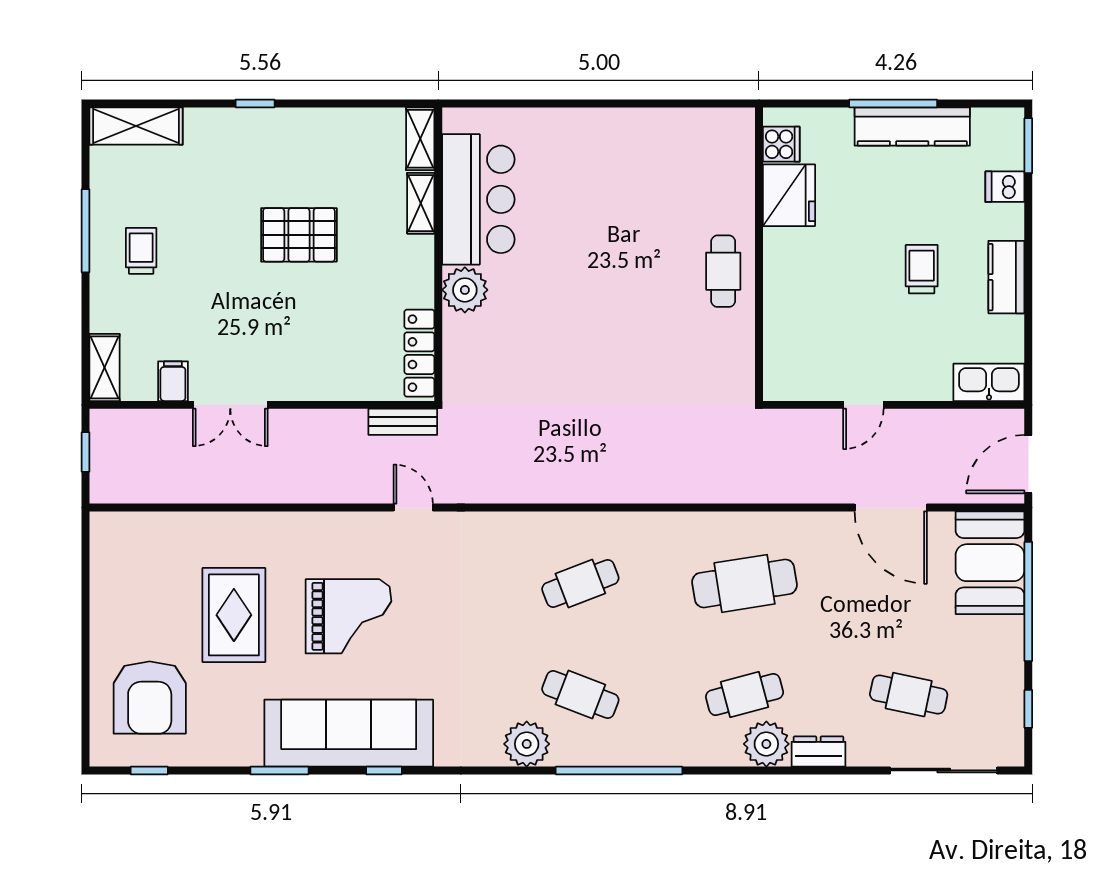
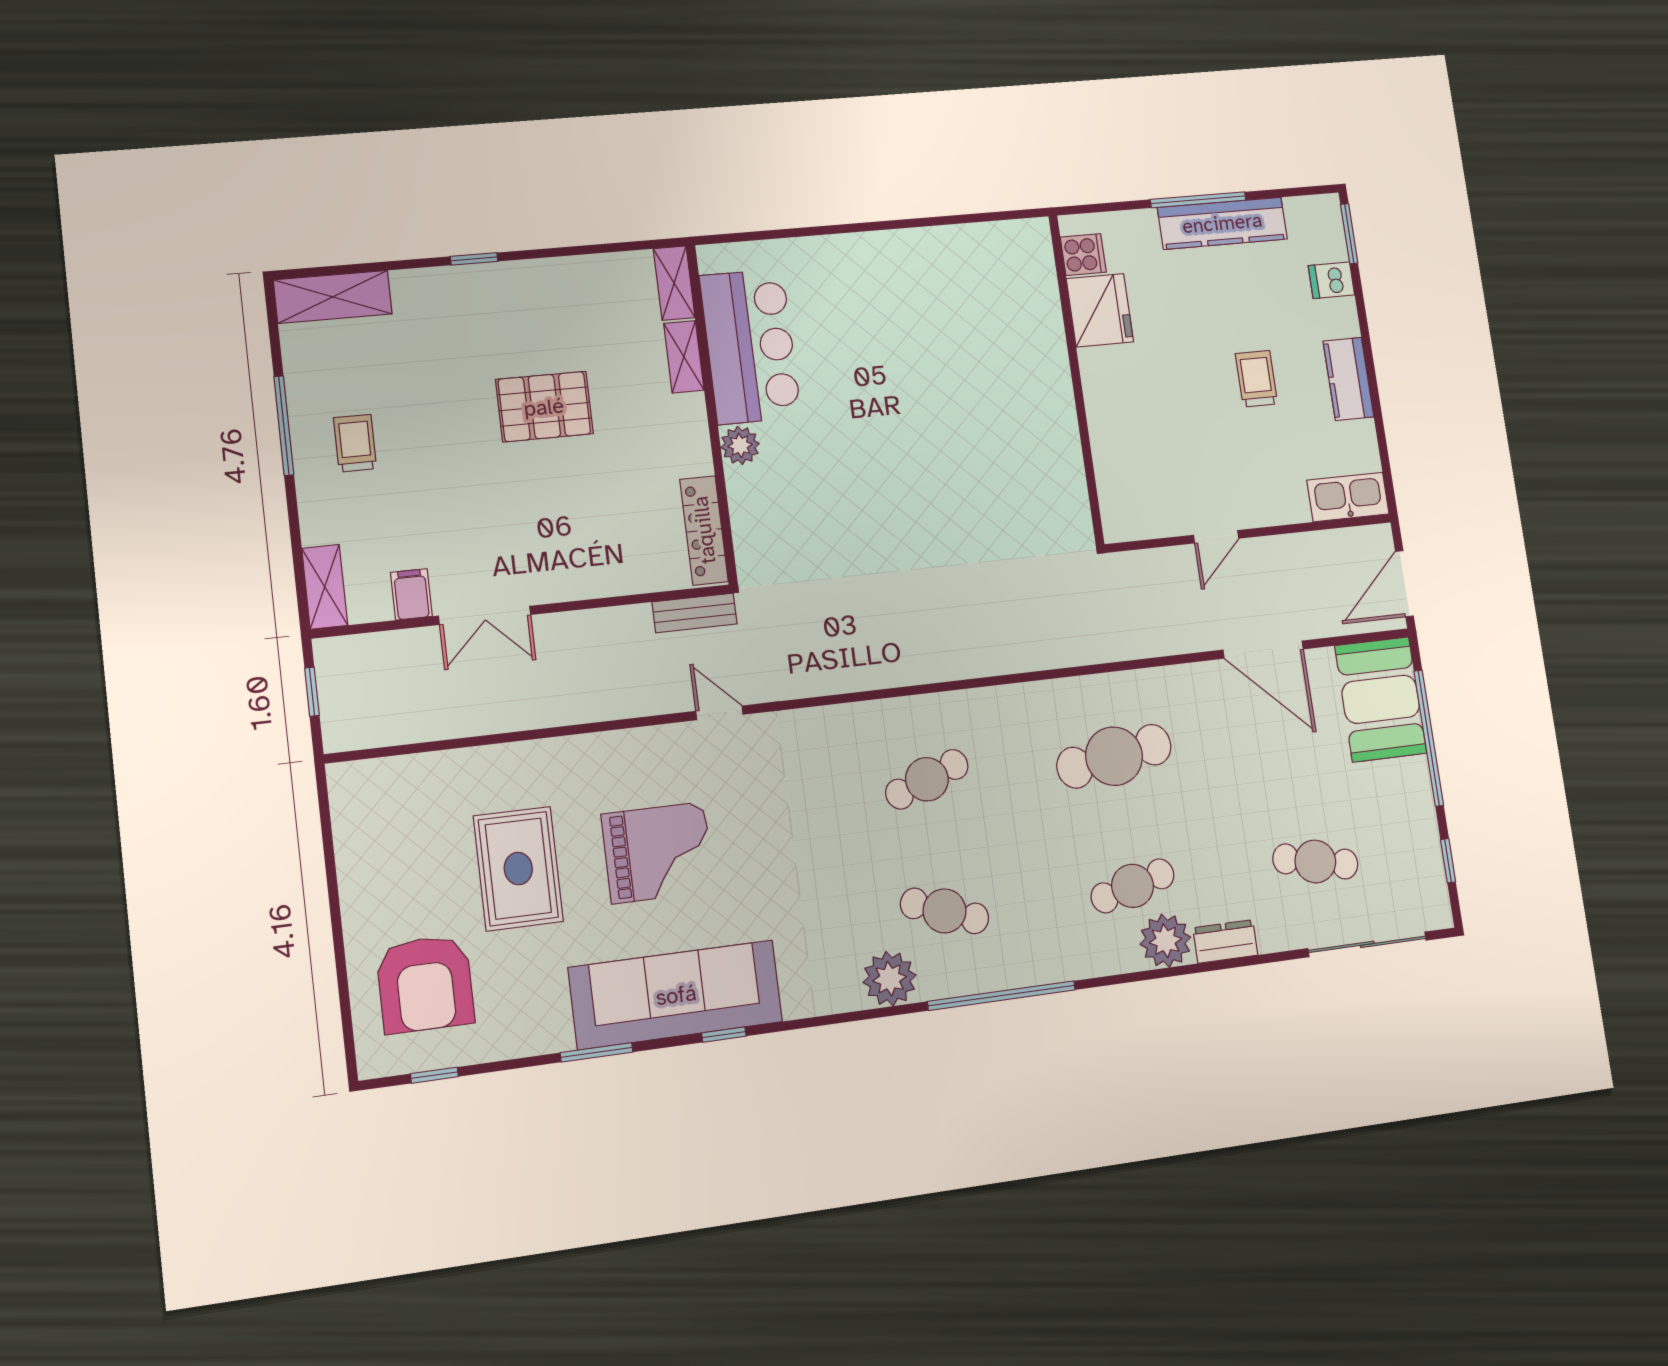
cafe table: (723, 271) -> (1039, 402), removed
plant: (465, 290) -> (740, 445), width x0.73, depth x0.73

